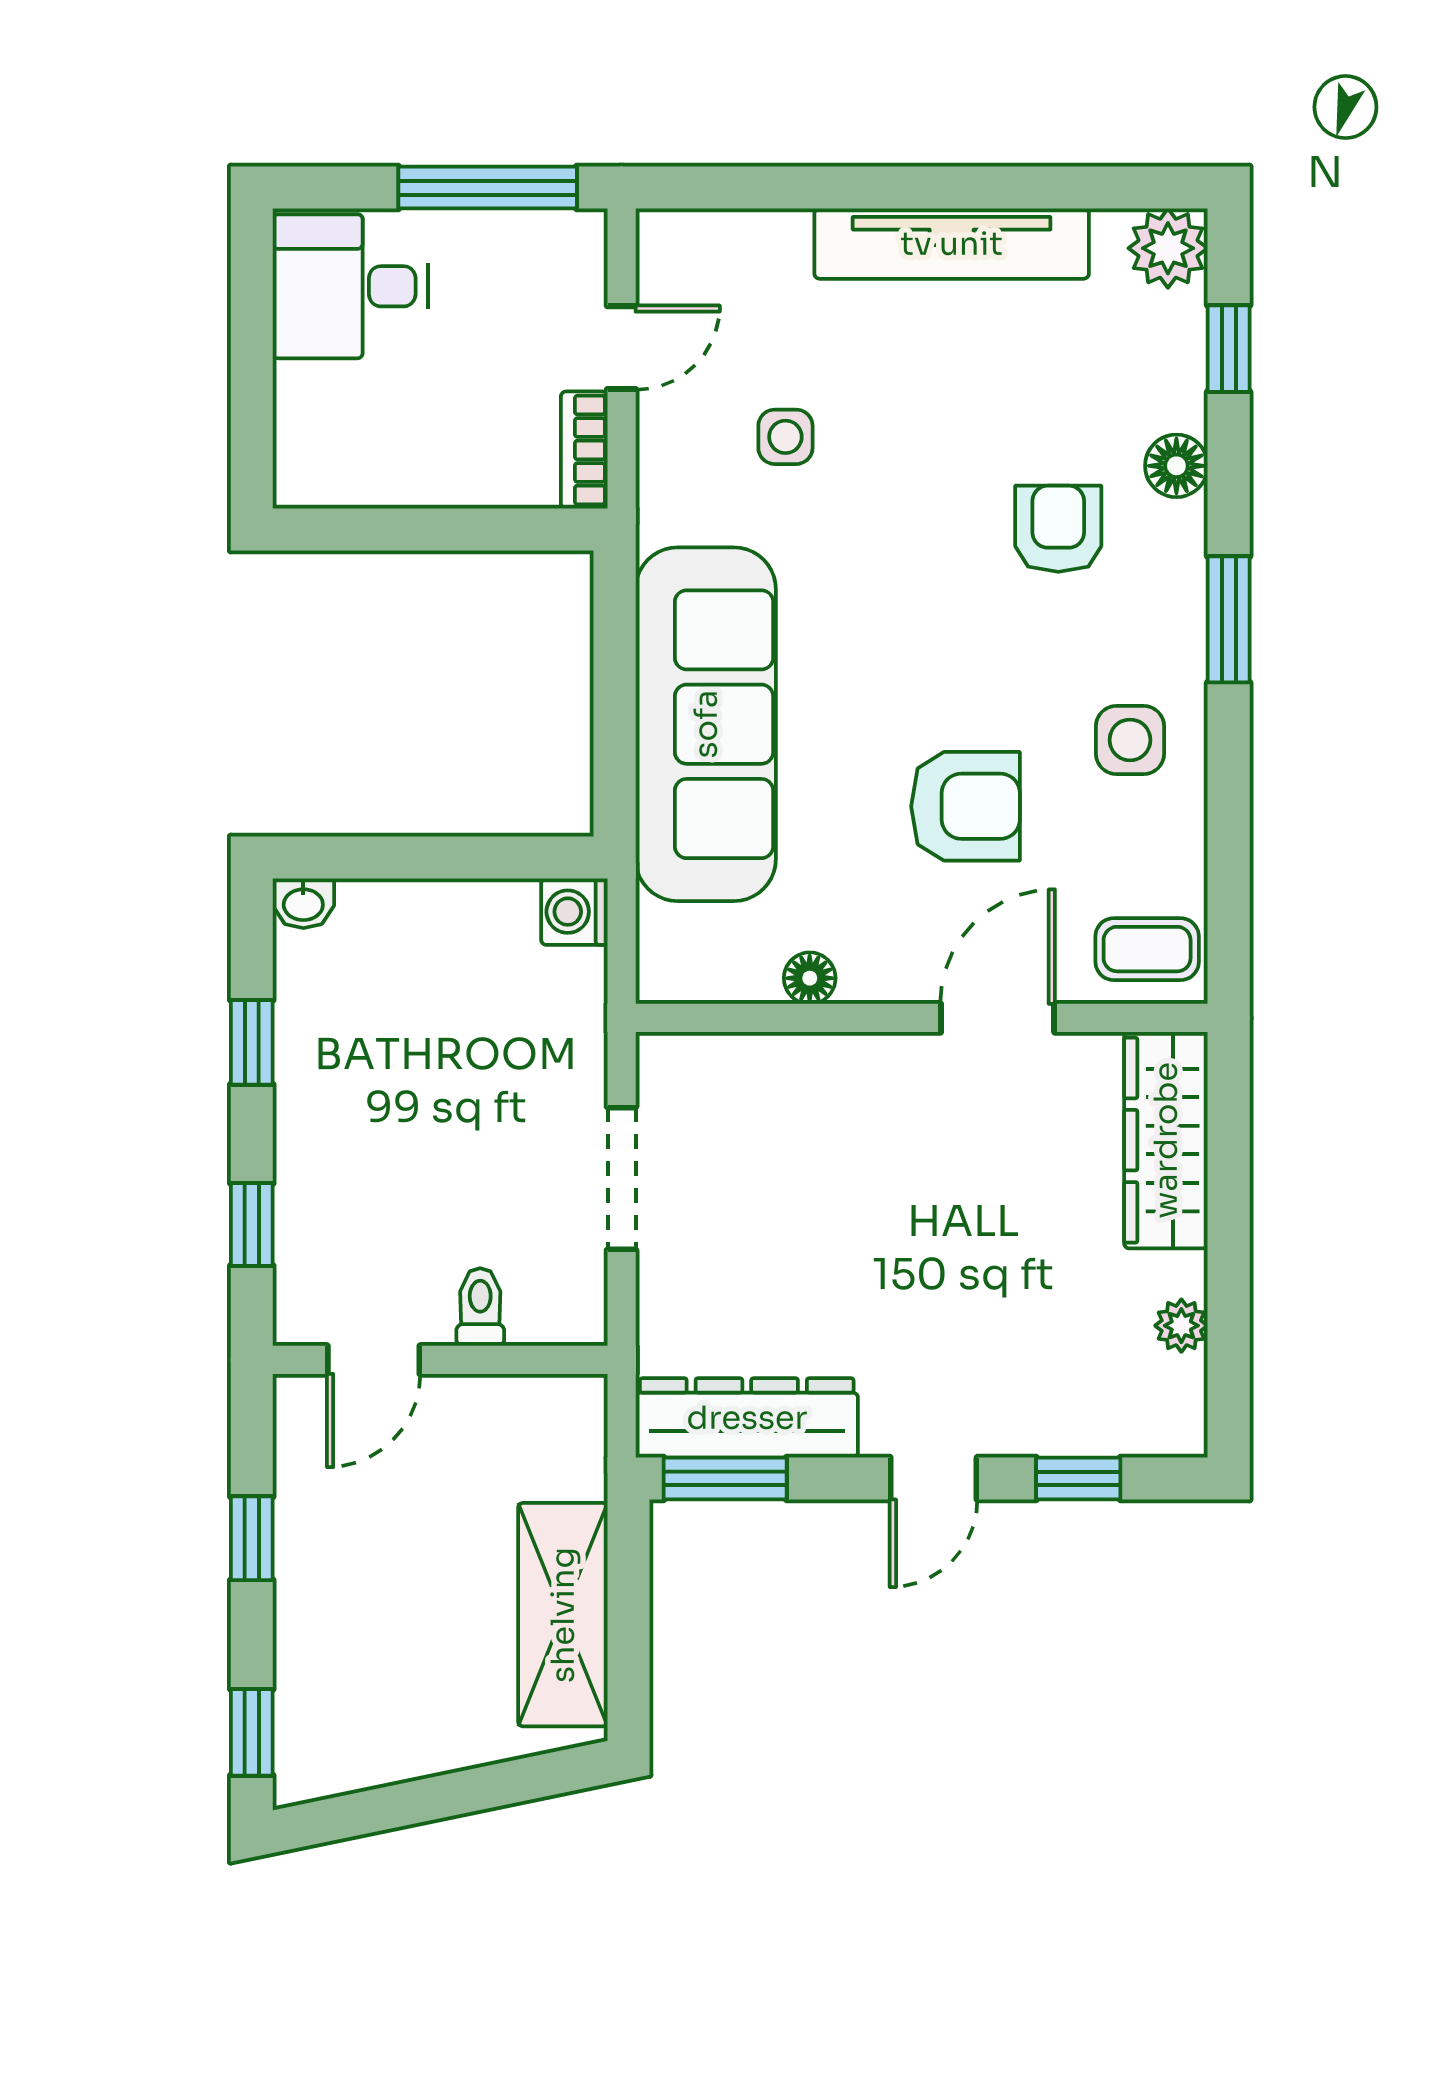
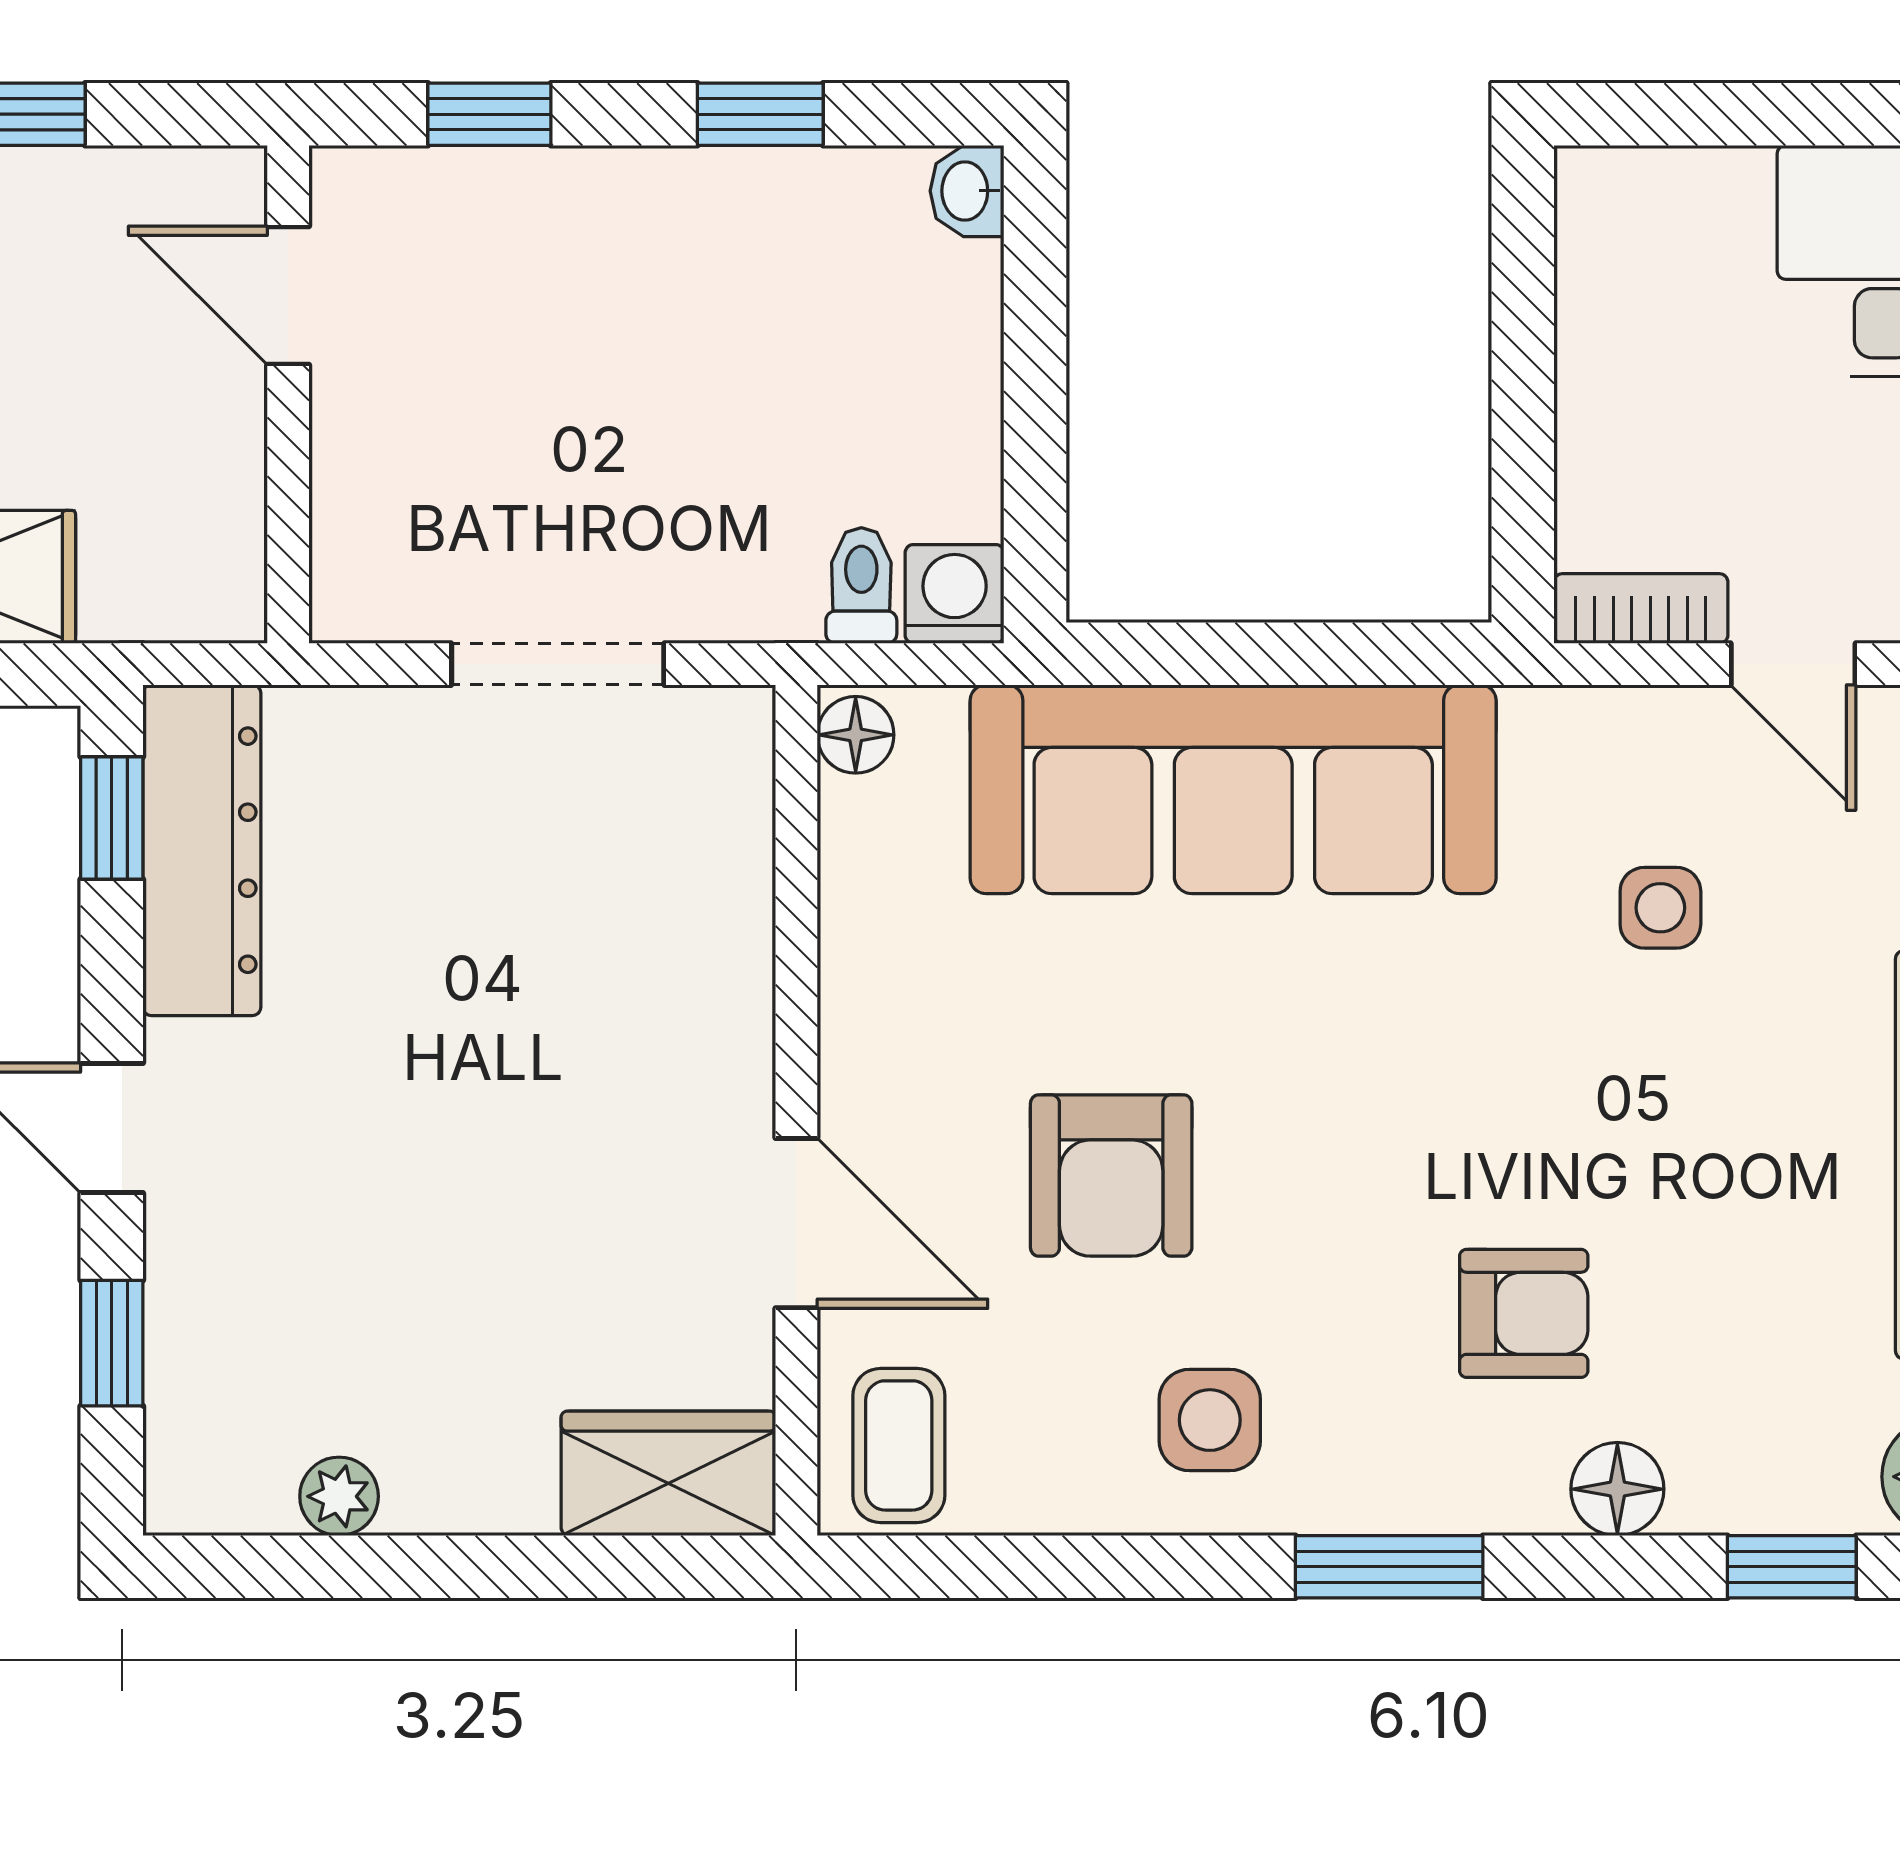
floor lamp: (810, 978) -> (856, 735), moved
wardrobe: (1166, 1140) -> (668, 1473), width x0.67
toilet: (480, 1307) -> (861, 586), moved, turned -90
window: (725, 1479) -> (112, 818), width x0.67

